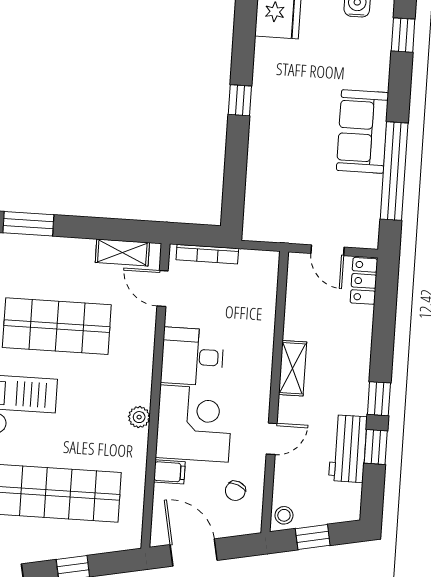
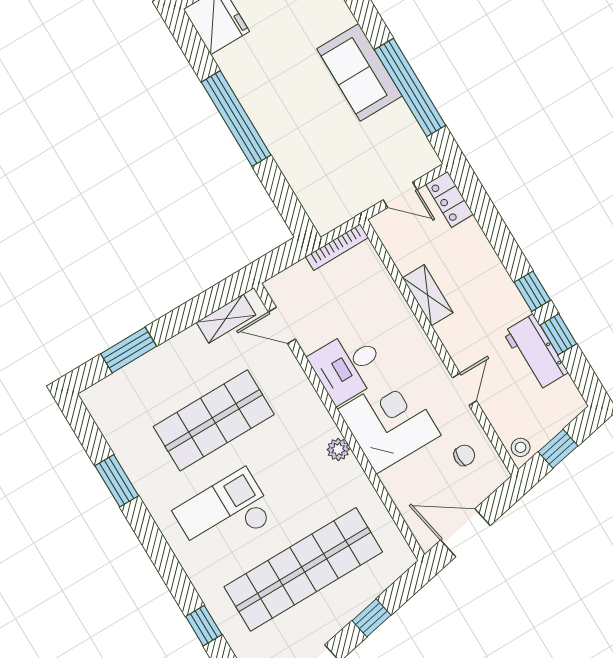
window: (240, 100) -> (236, 119), width x3.17
bookcase: (207, 254) -> (337, 247), moved
shelving: (293, 368) -> (428, 295), moved
filing cabinet: (169, 472) -> (397, 478), removed
chair: (235, 491) -> (464, 455), turned -112

